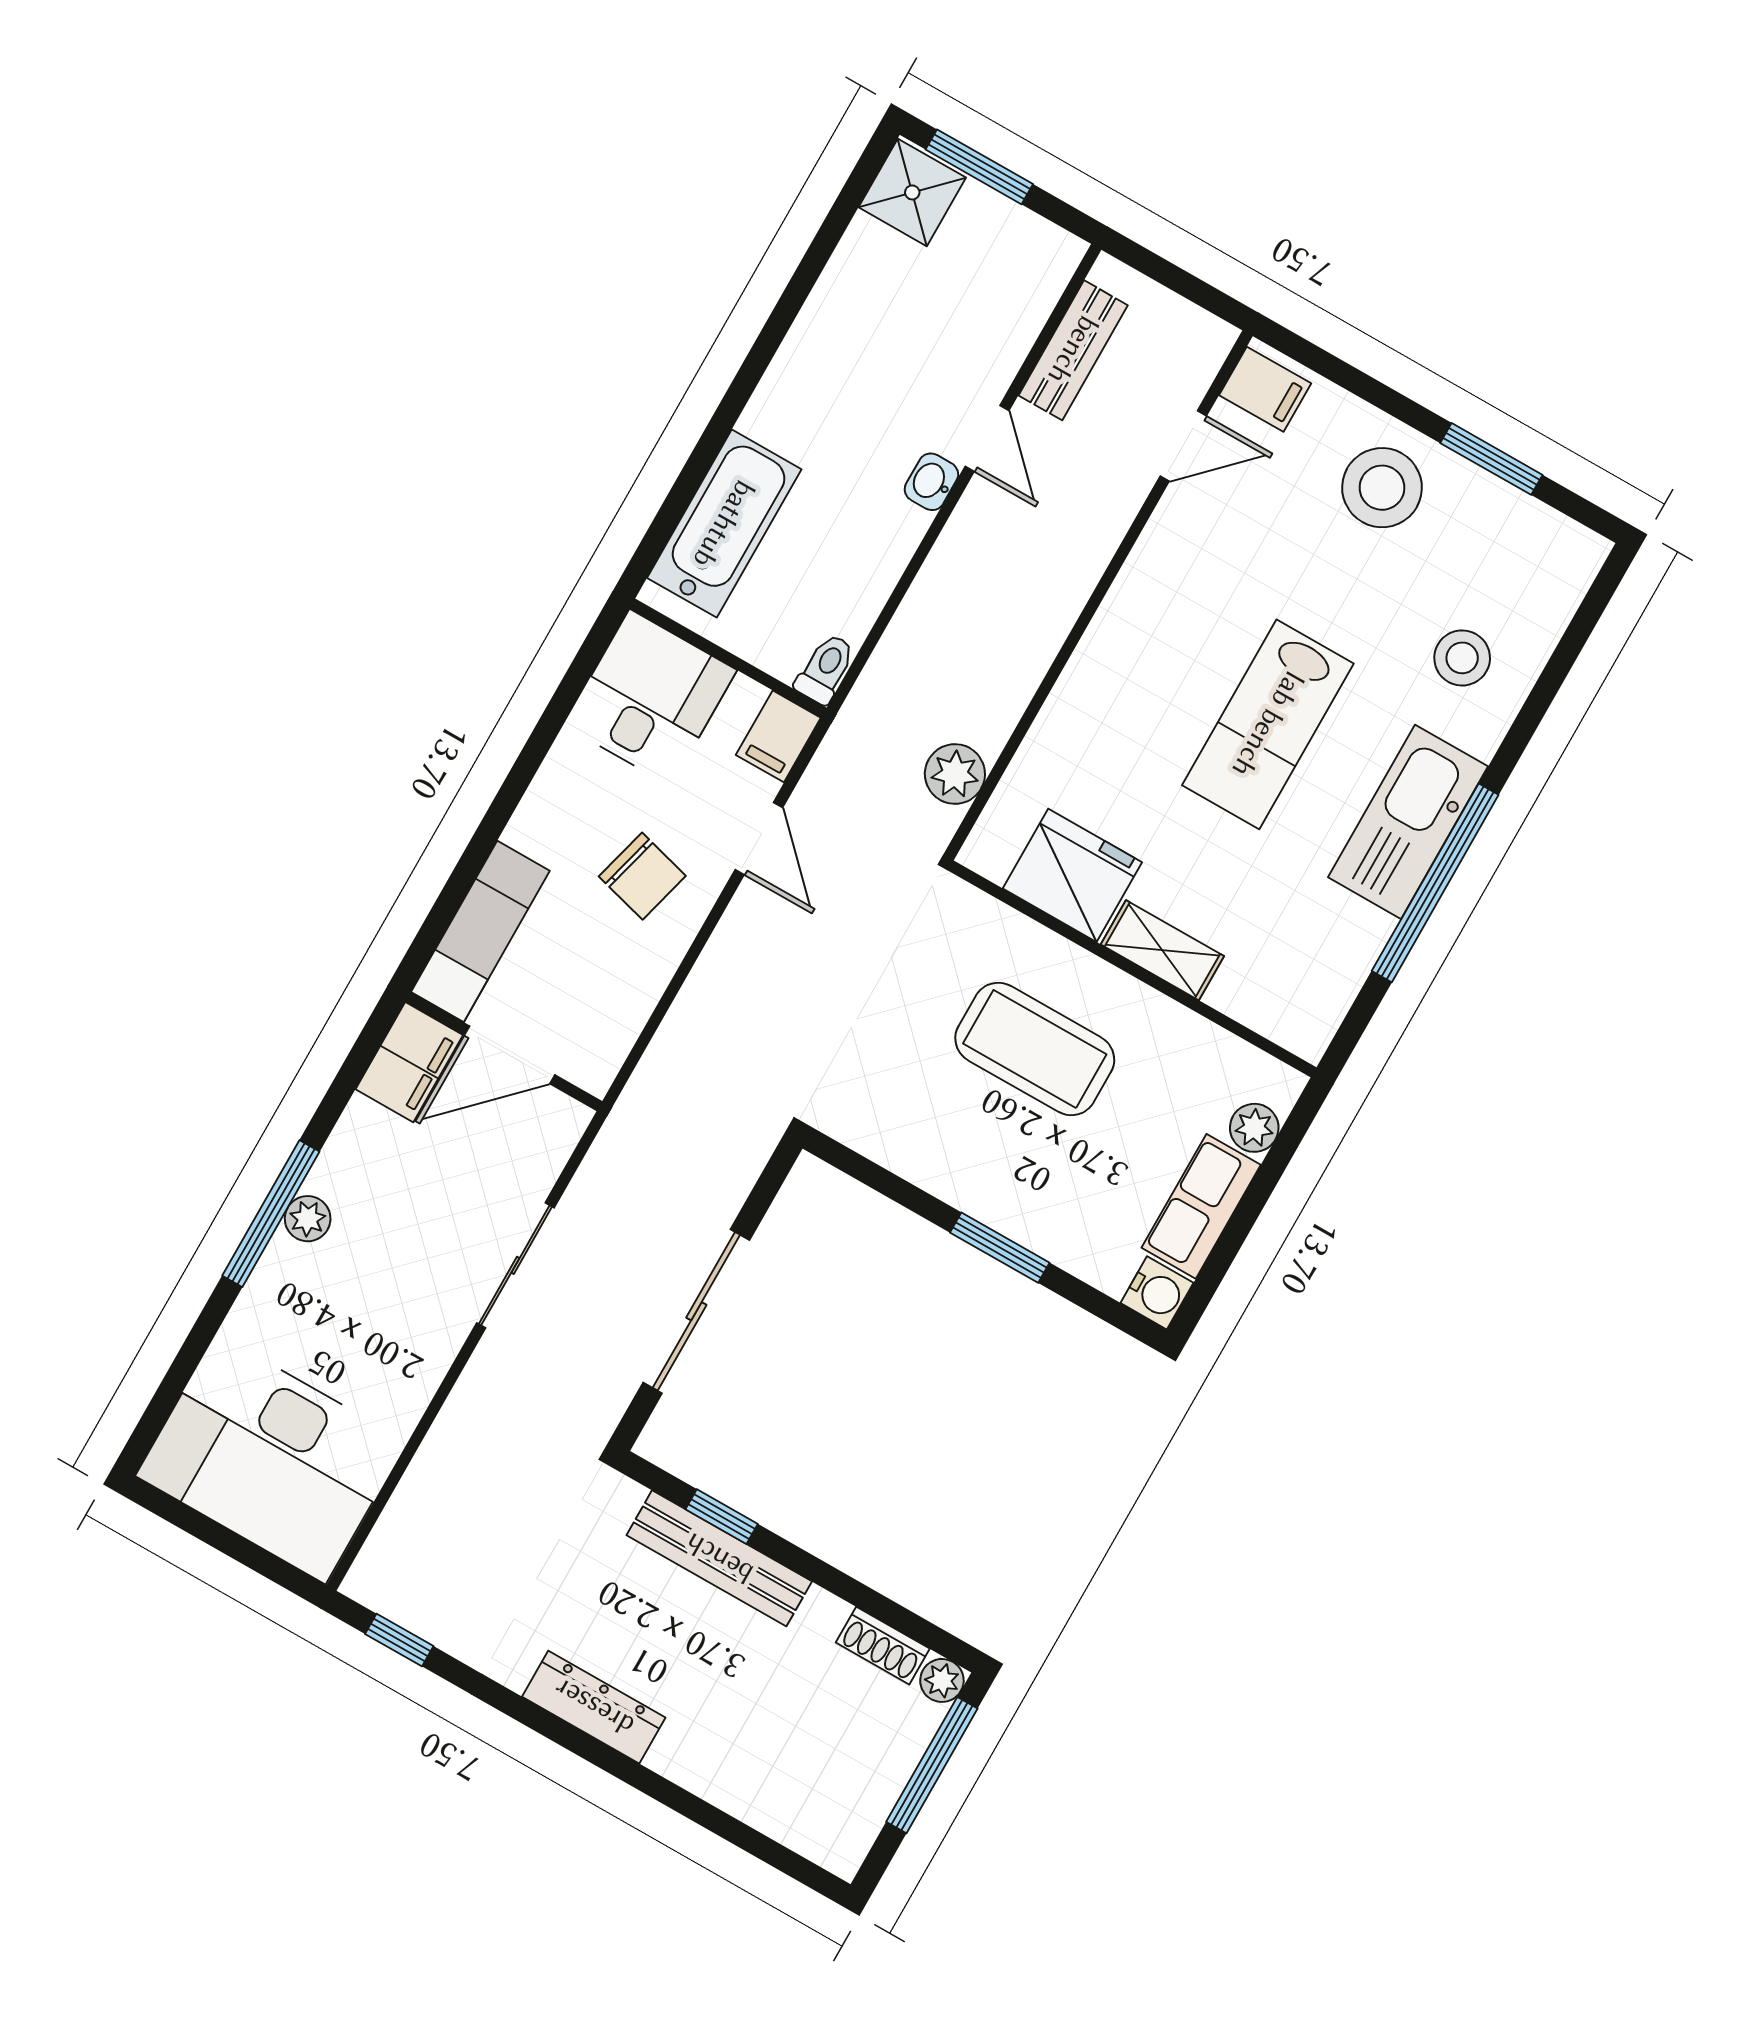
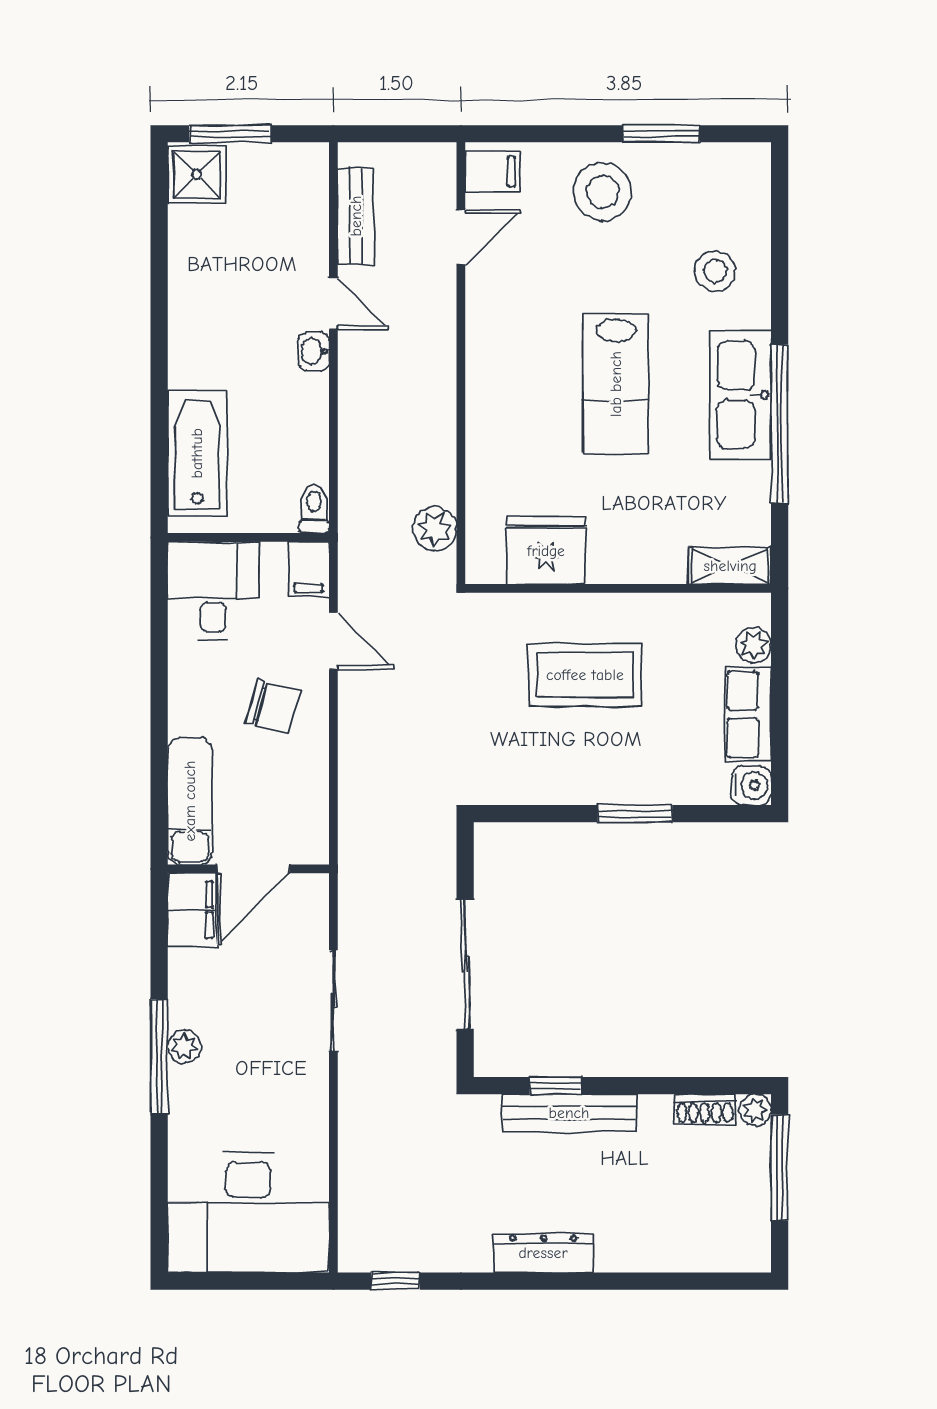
shelving: (1162, 950) -> (730, 566), moved

